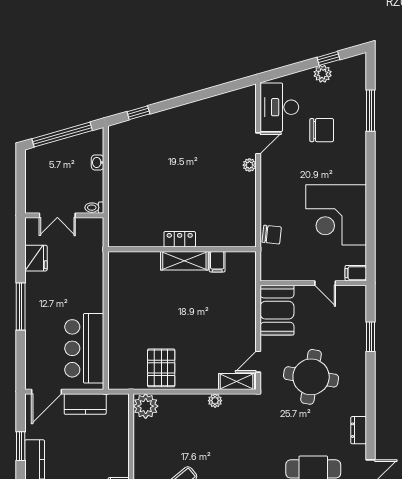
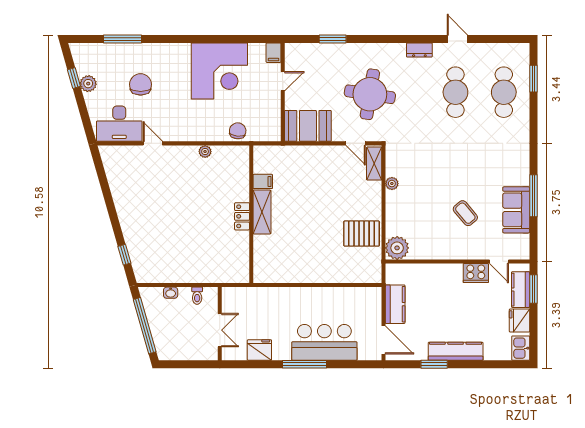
plant: (249, 165) -> (205, 152), moved
toilet: (94, 208) -> (197, 296), moved
bar counter: (84, 348) -> (324, 342), moved, turned 180

